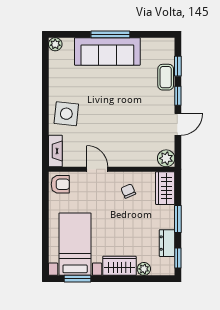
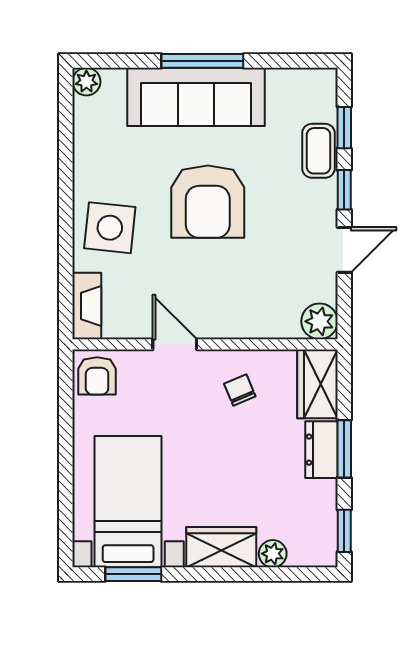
armchair: (113, 101) -> (208, 202), added
armchair: (60, 184) -> (97, 376), turned 90
dresser: (167, 243) -> (321, 450), moved

